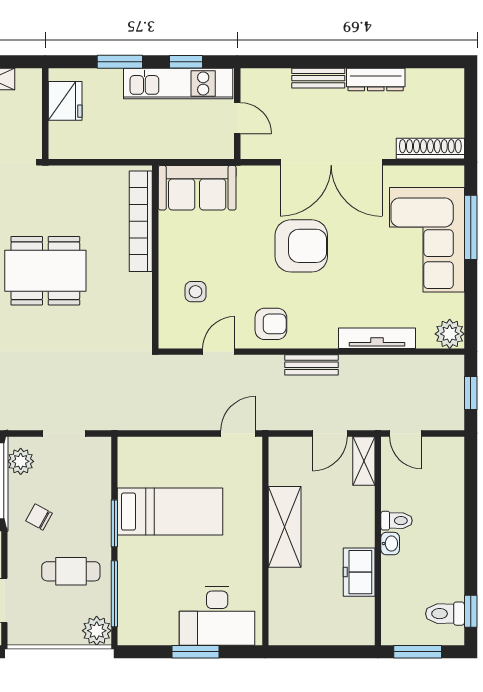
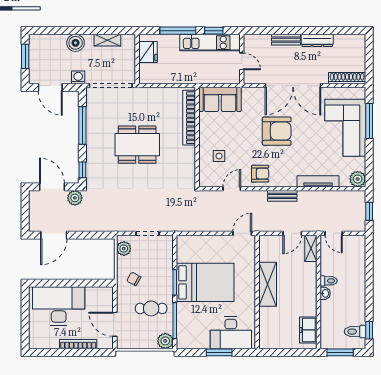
window: (120, 62) -> (178, 31), width x1.44
bed: (170, 512) -> (205, 282), width x1.50
freezer: (359, 572) -> (308, 330), moved

